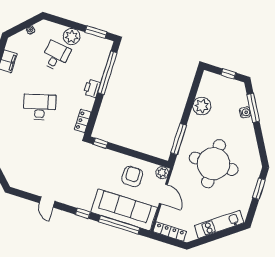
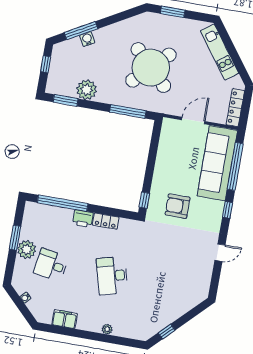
window: (96, 32) -> (15, 238), moved
window: (195, 87) -> (66, 100), added
locker: (83, 121) -> (106, 221), moved
round table: (214, 164) -> (151, 68), turned 45
plant: (162, 173) -> (169, 125), removed
armchair: (132, 176) -> (178, 206), moved

